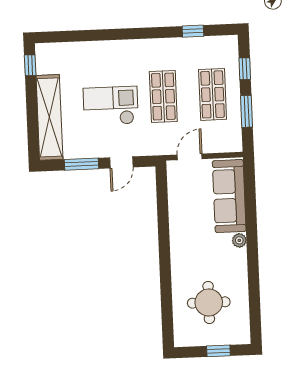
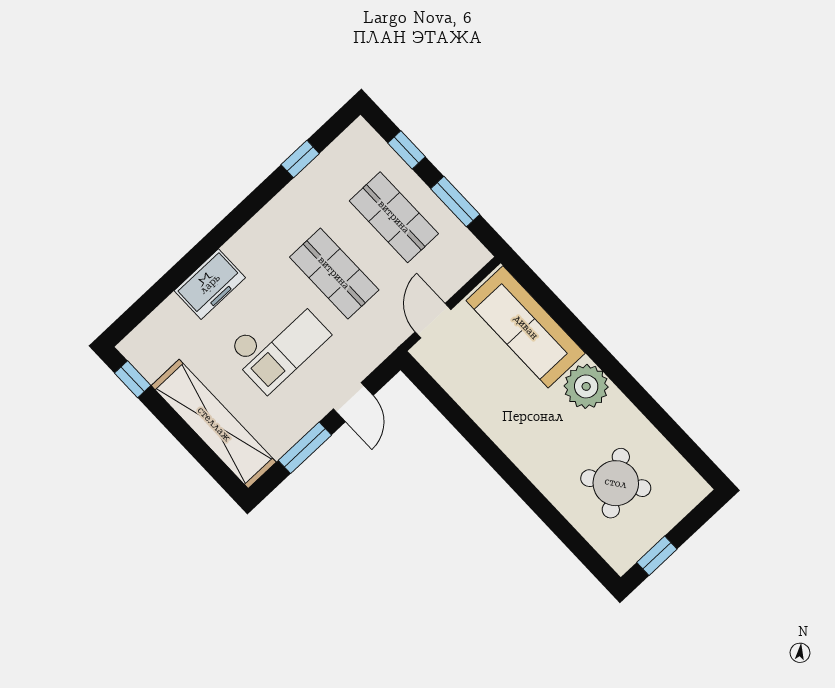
freezer: (103, 52) -> (210, 284), added
checkout: (111, 106) -> (278, 343), turned 180
plant: (239, 240) -> (586, 386), width x1.88, depth x1.88
round table: (209, 302) -> (616, 483), turned -36
window: (218, 351) -> (657, 556), moved

